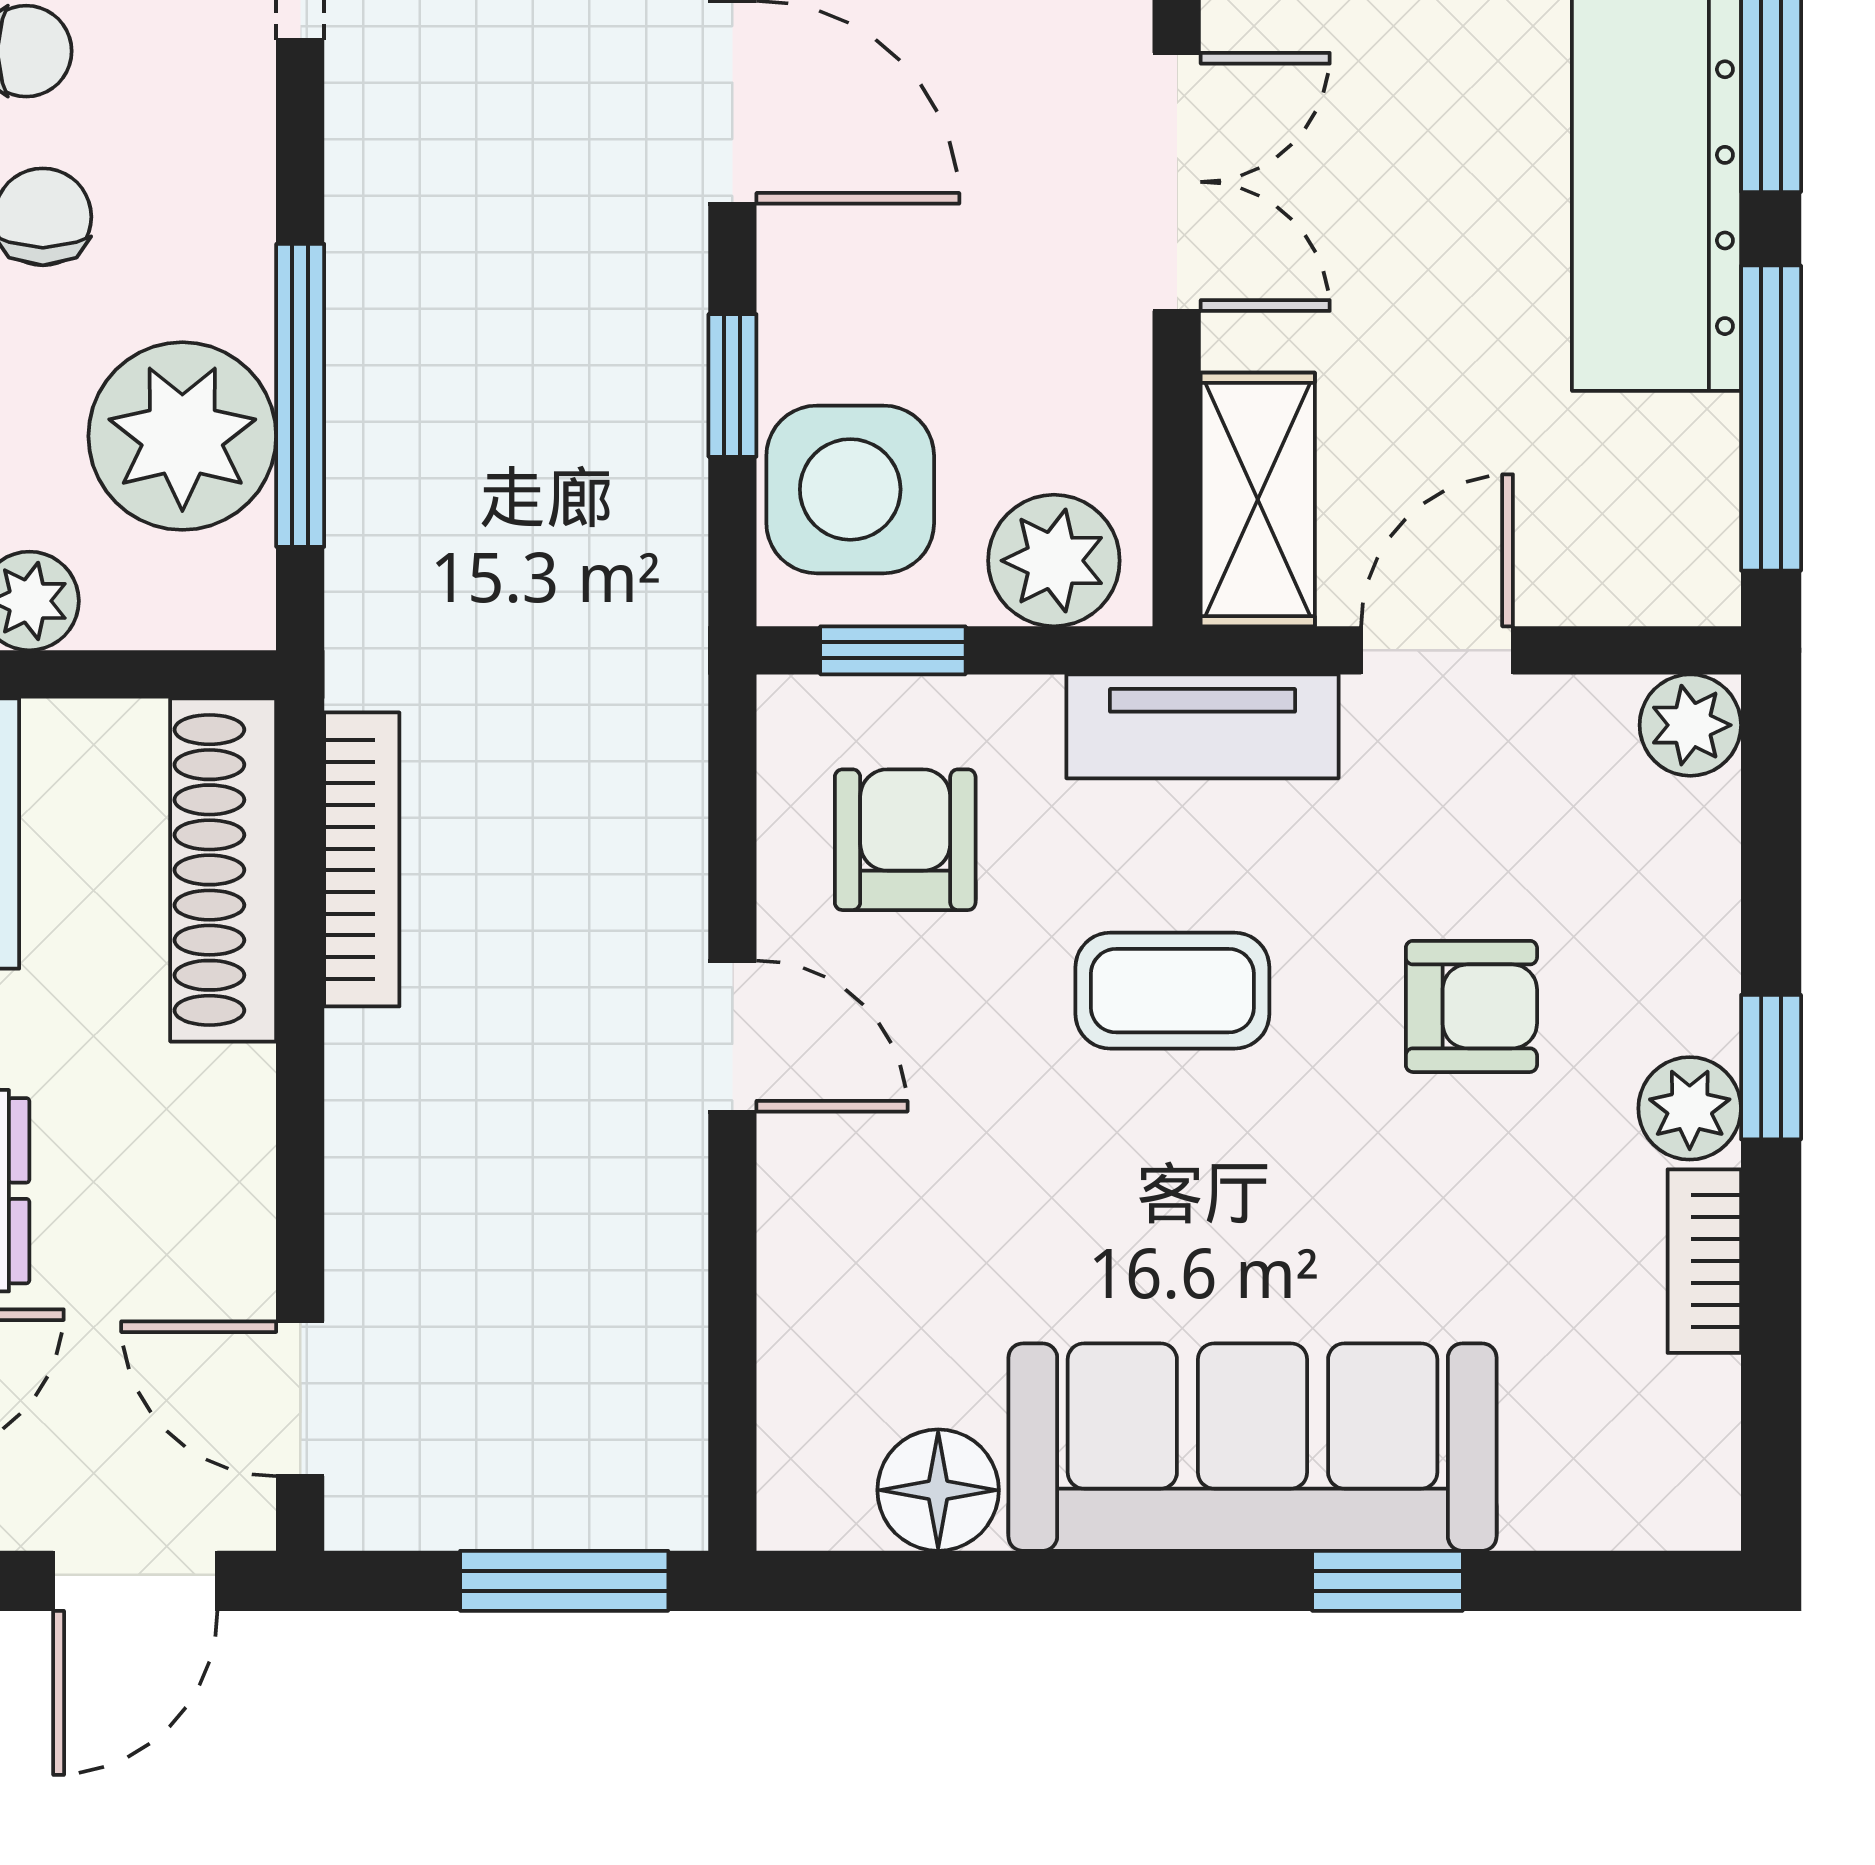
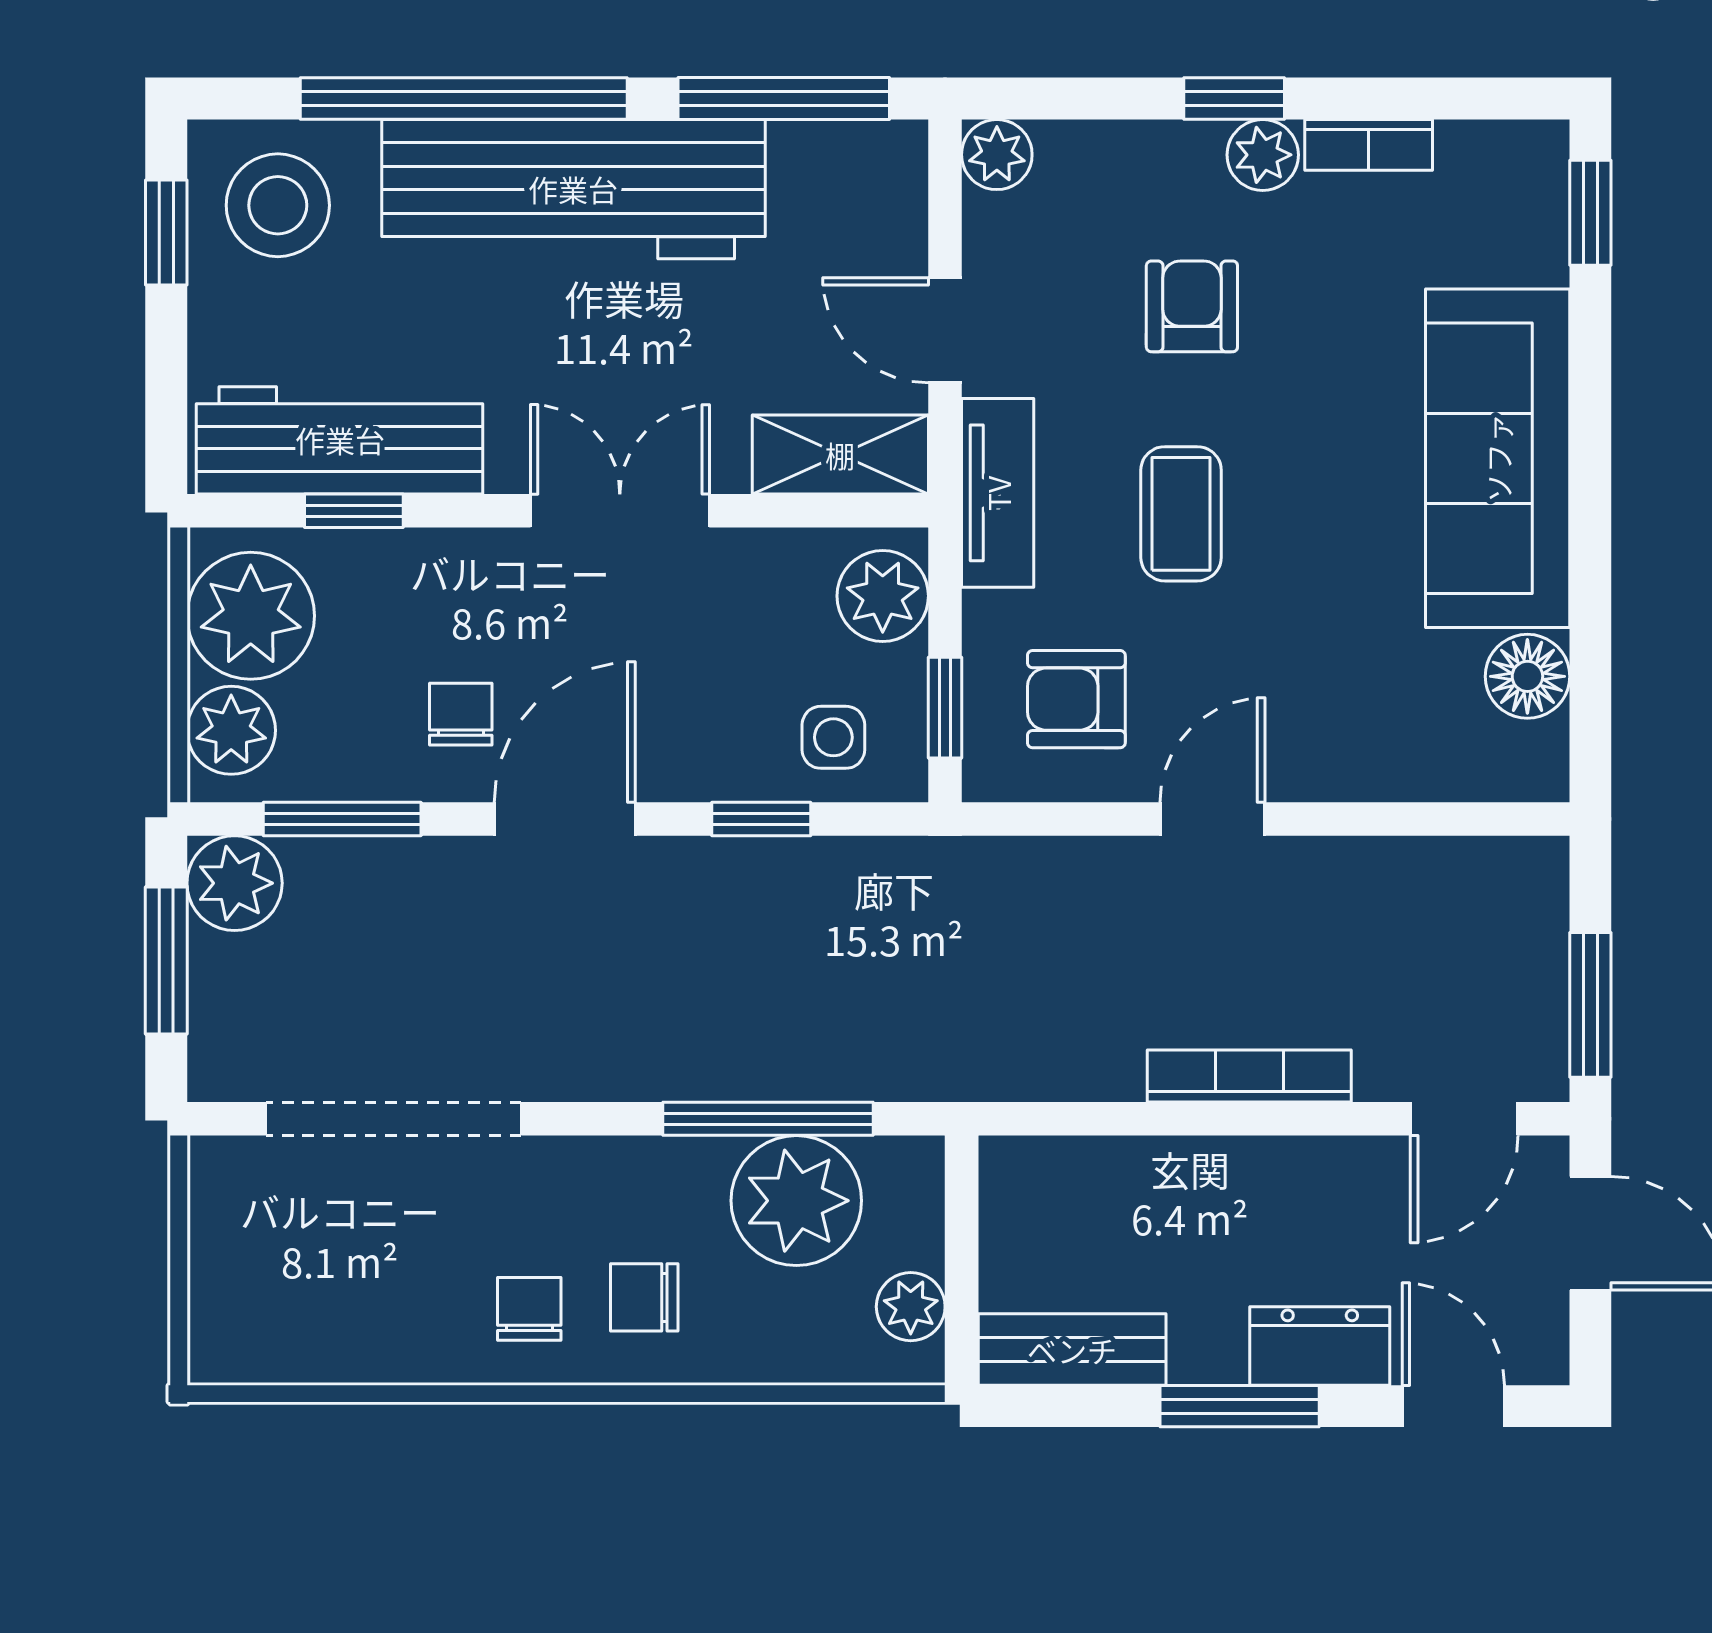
side table: (850, 489) -> (833, 737), width x0.54, depth x0.54
bookcase: (362, 859) -> (1249, 1076), moved
shoe rack: (223, 870) -> (1097, 1172), removed
window: (564, 1581) -> (1590, 1005), moved
window: (1387, 1581) -> (1590, 213), moved

